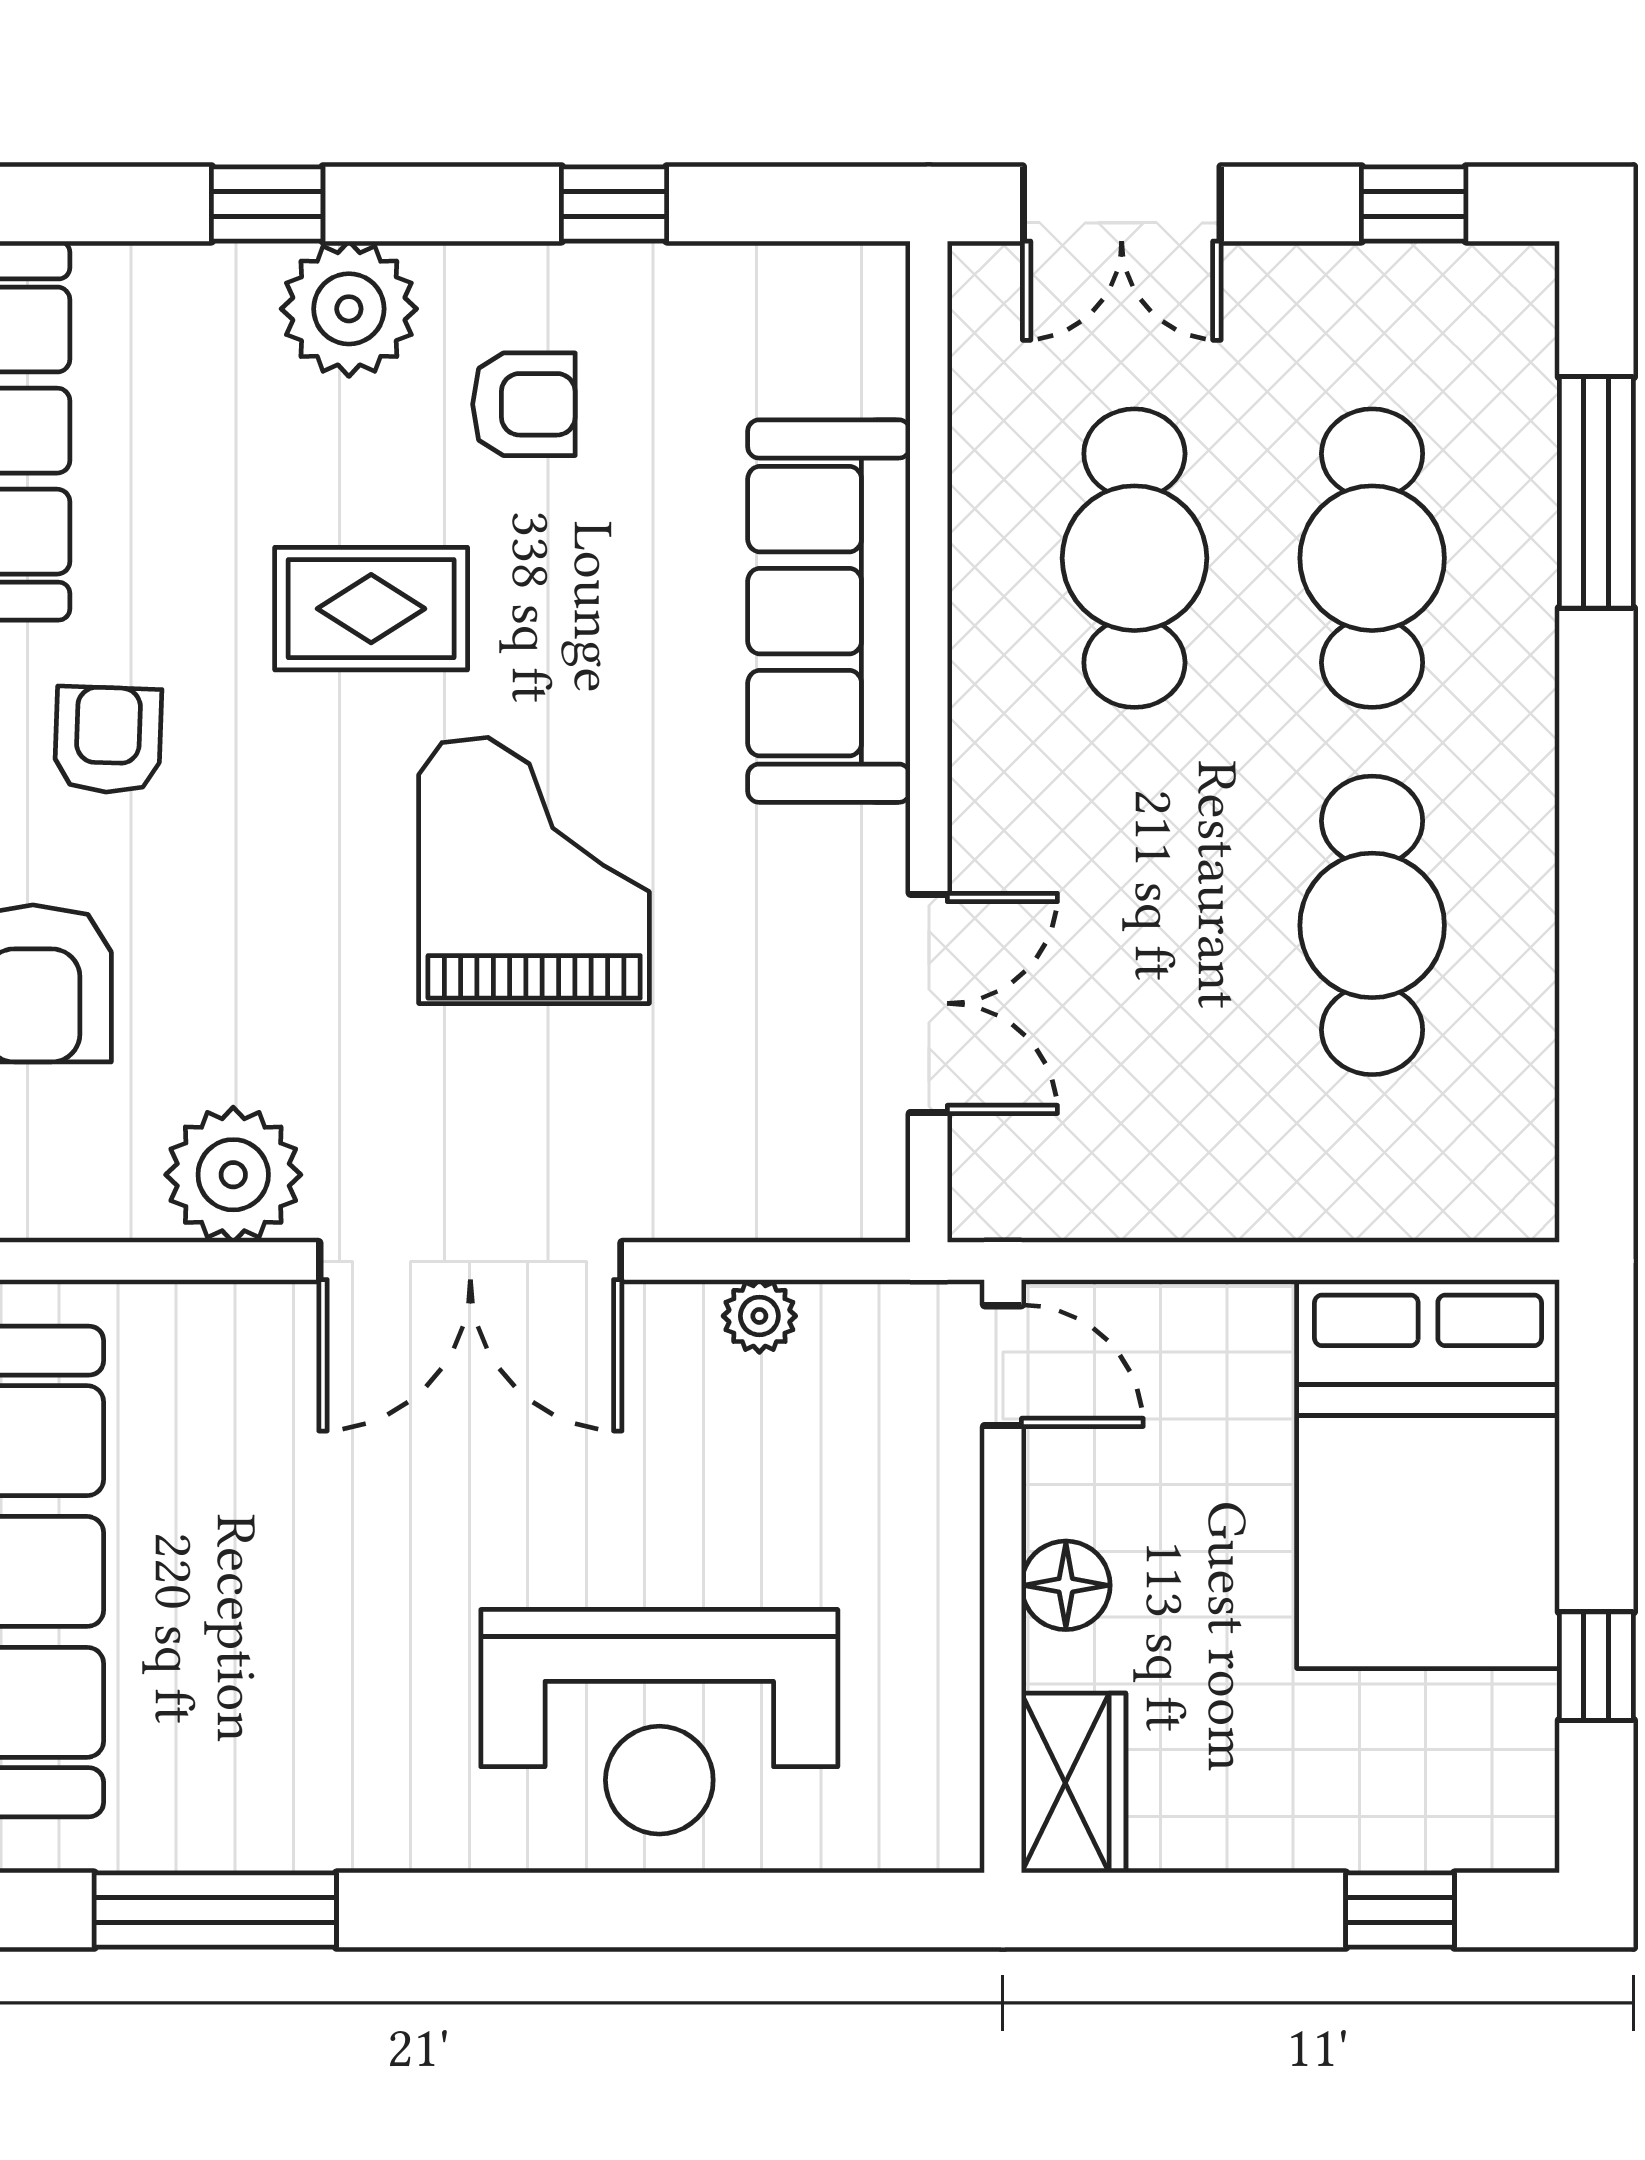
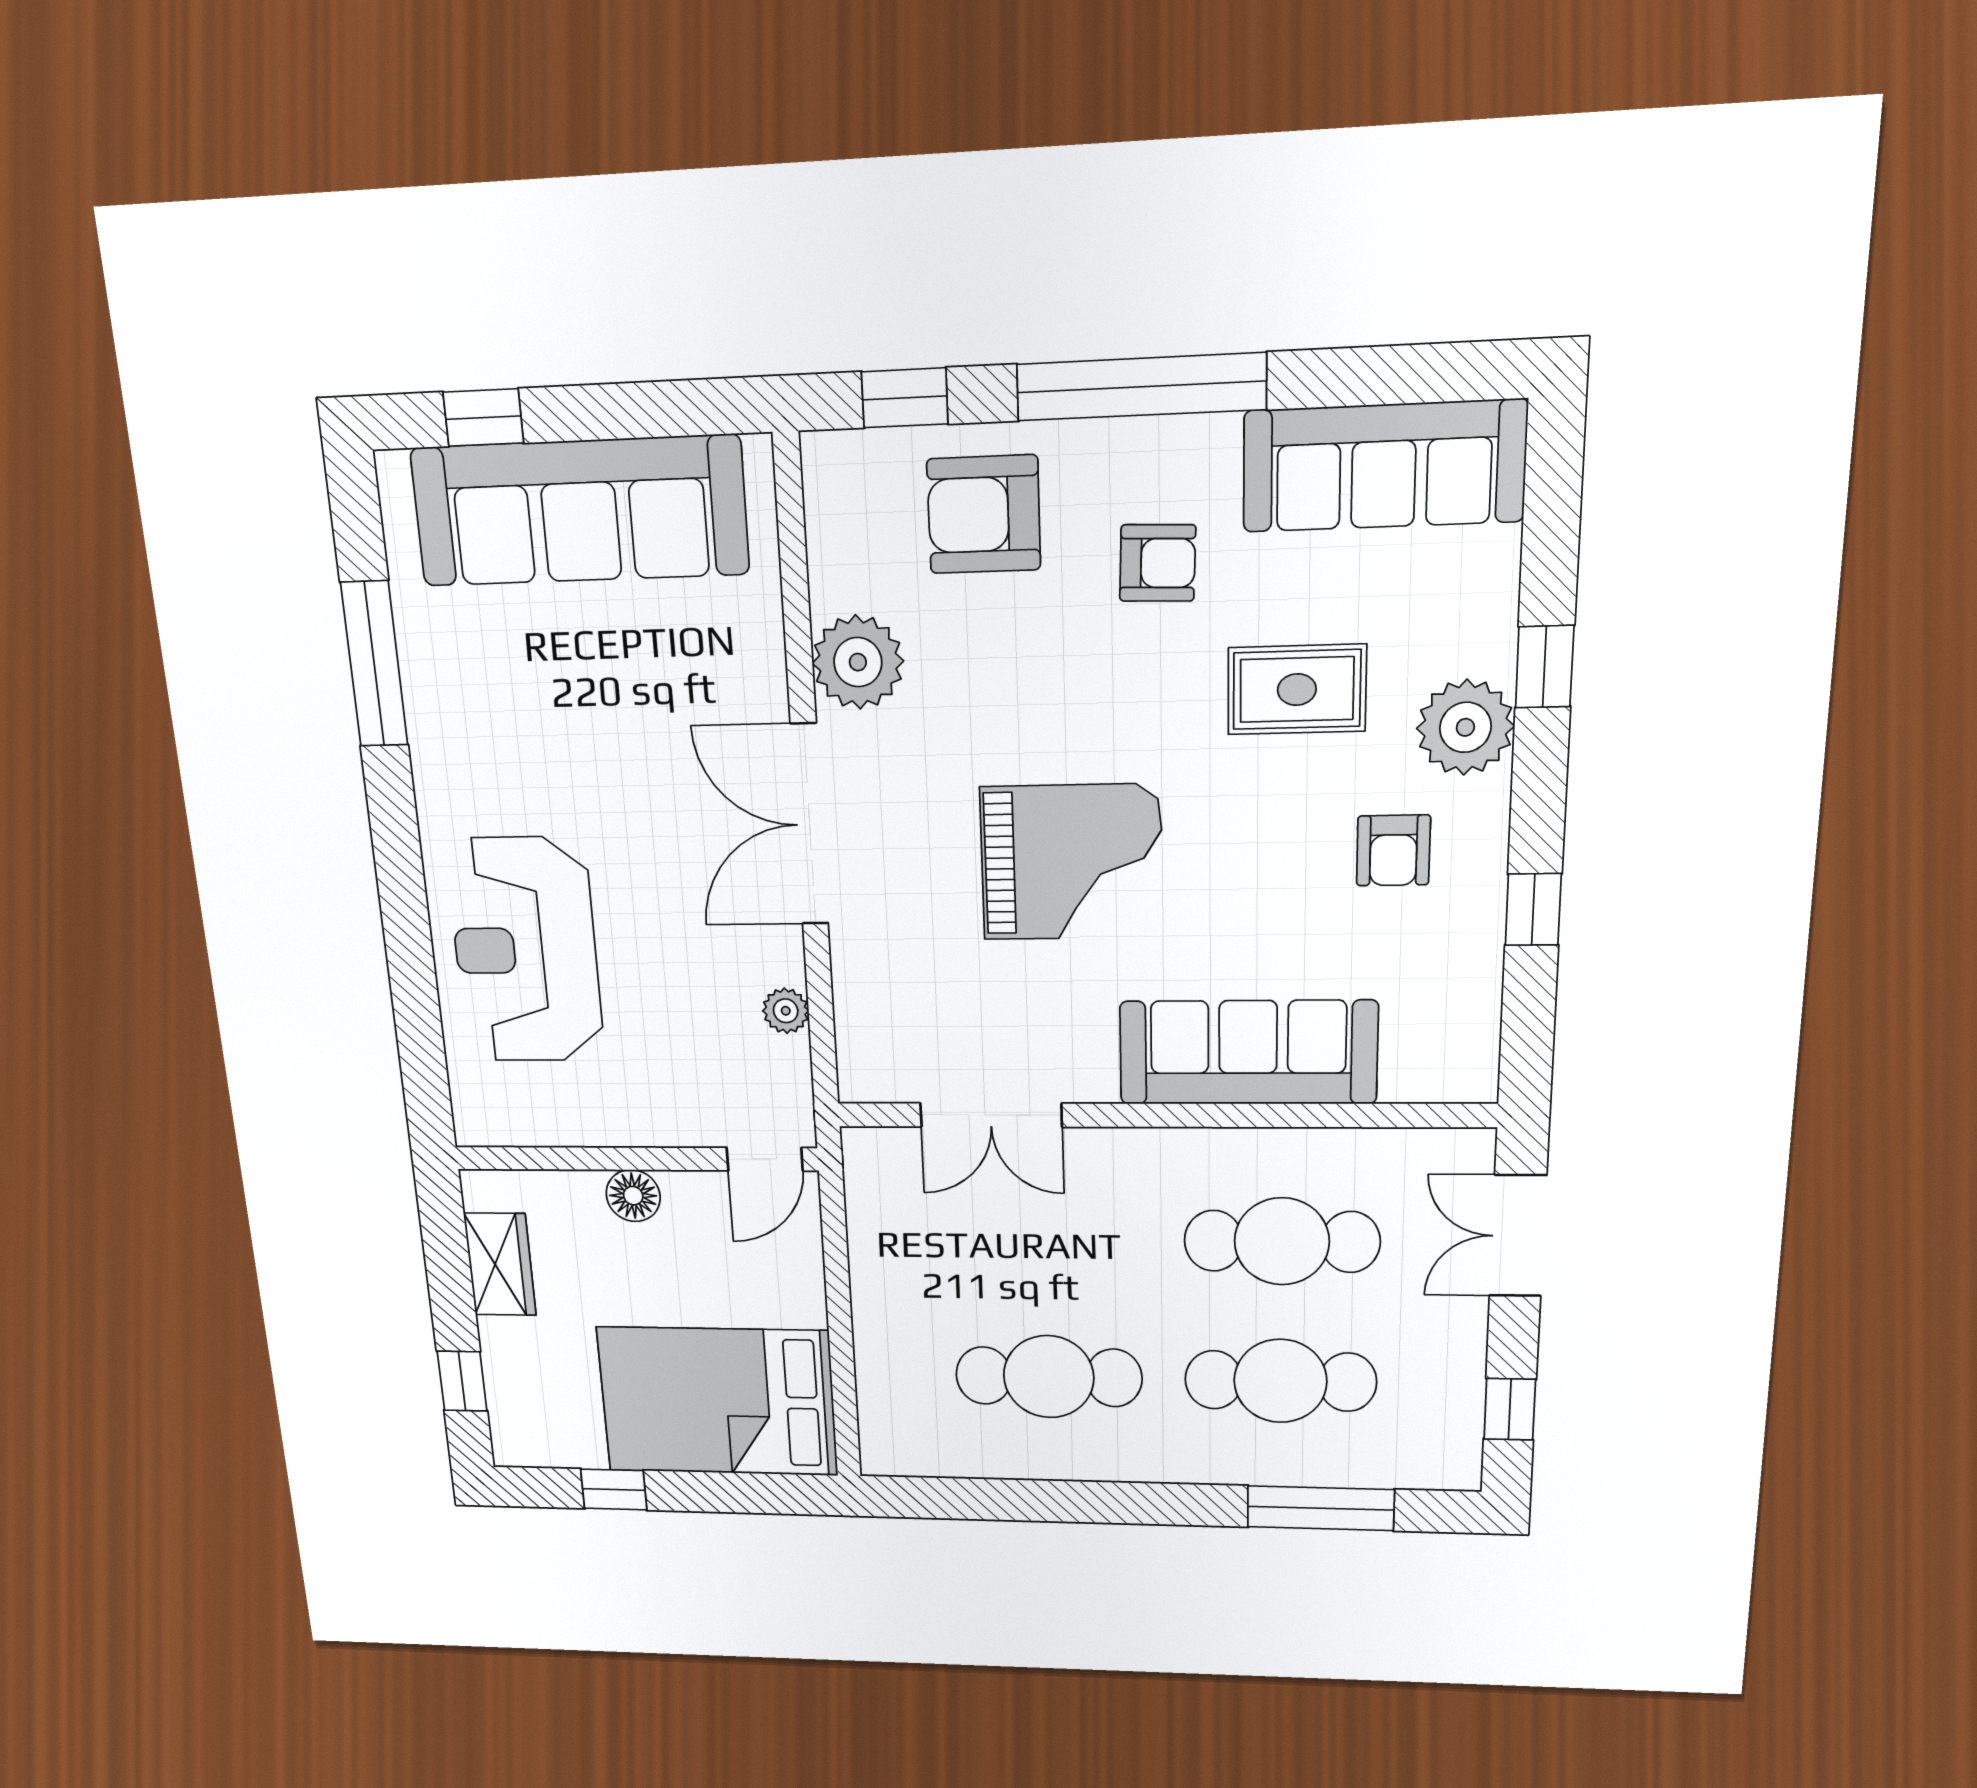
rug: (371, 609) -> (1297, 690), moved, turned 90
wardrobe: (1074, 1783) -> (500, 1264), moved, turned -90

